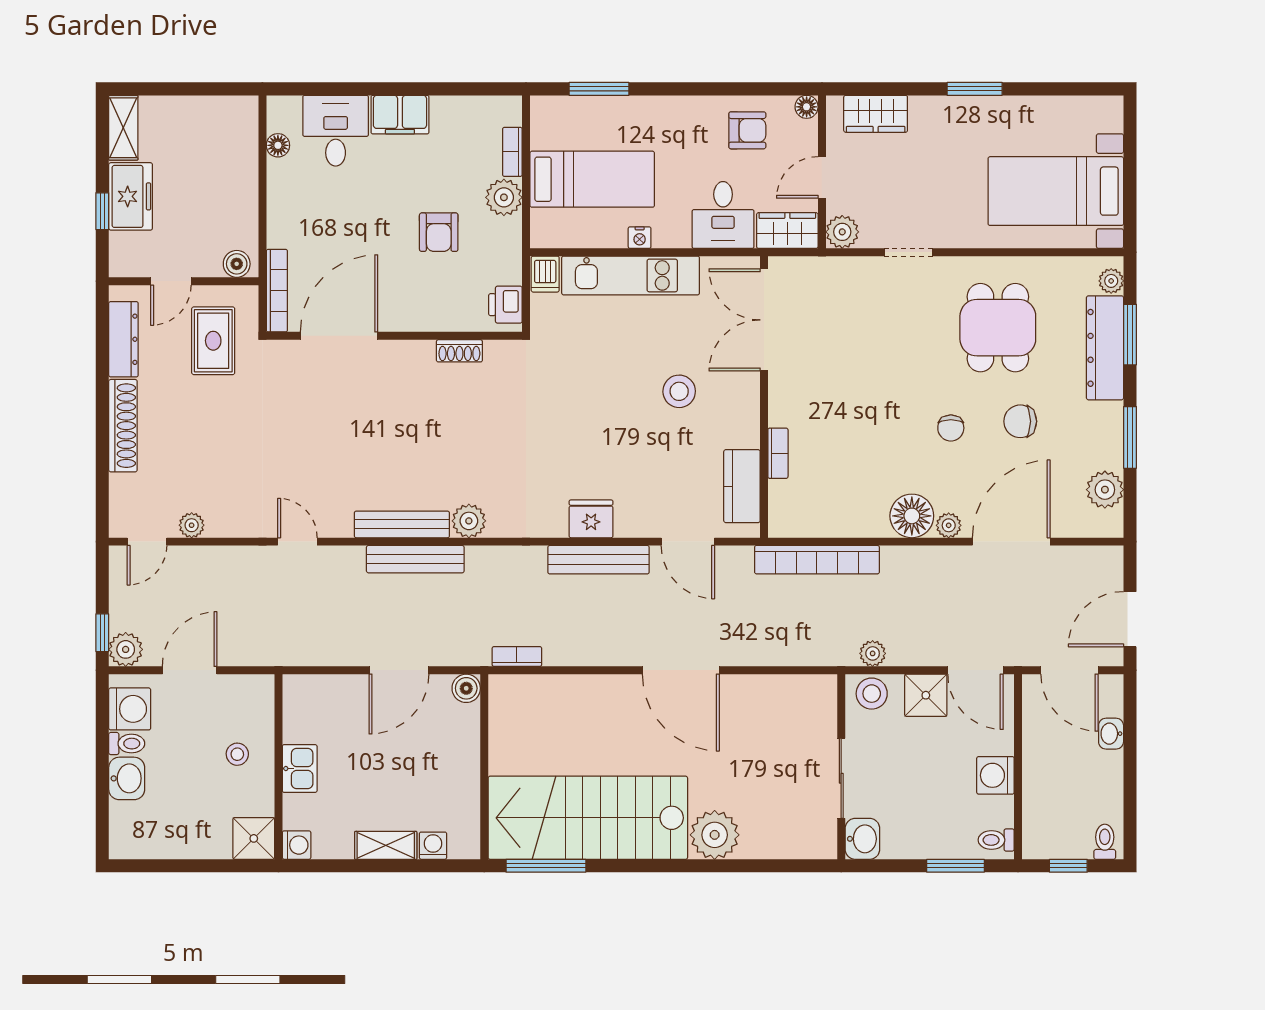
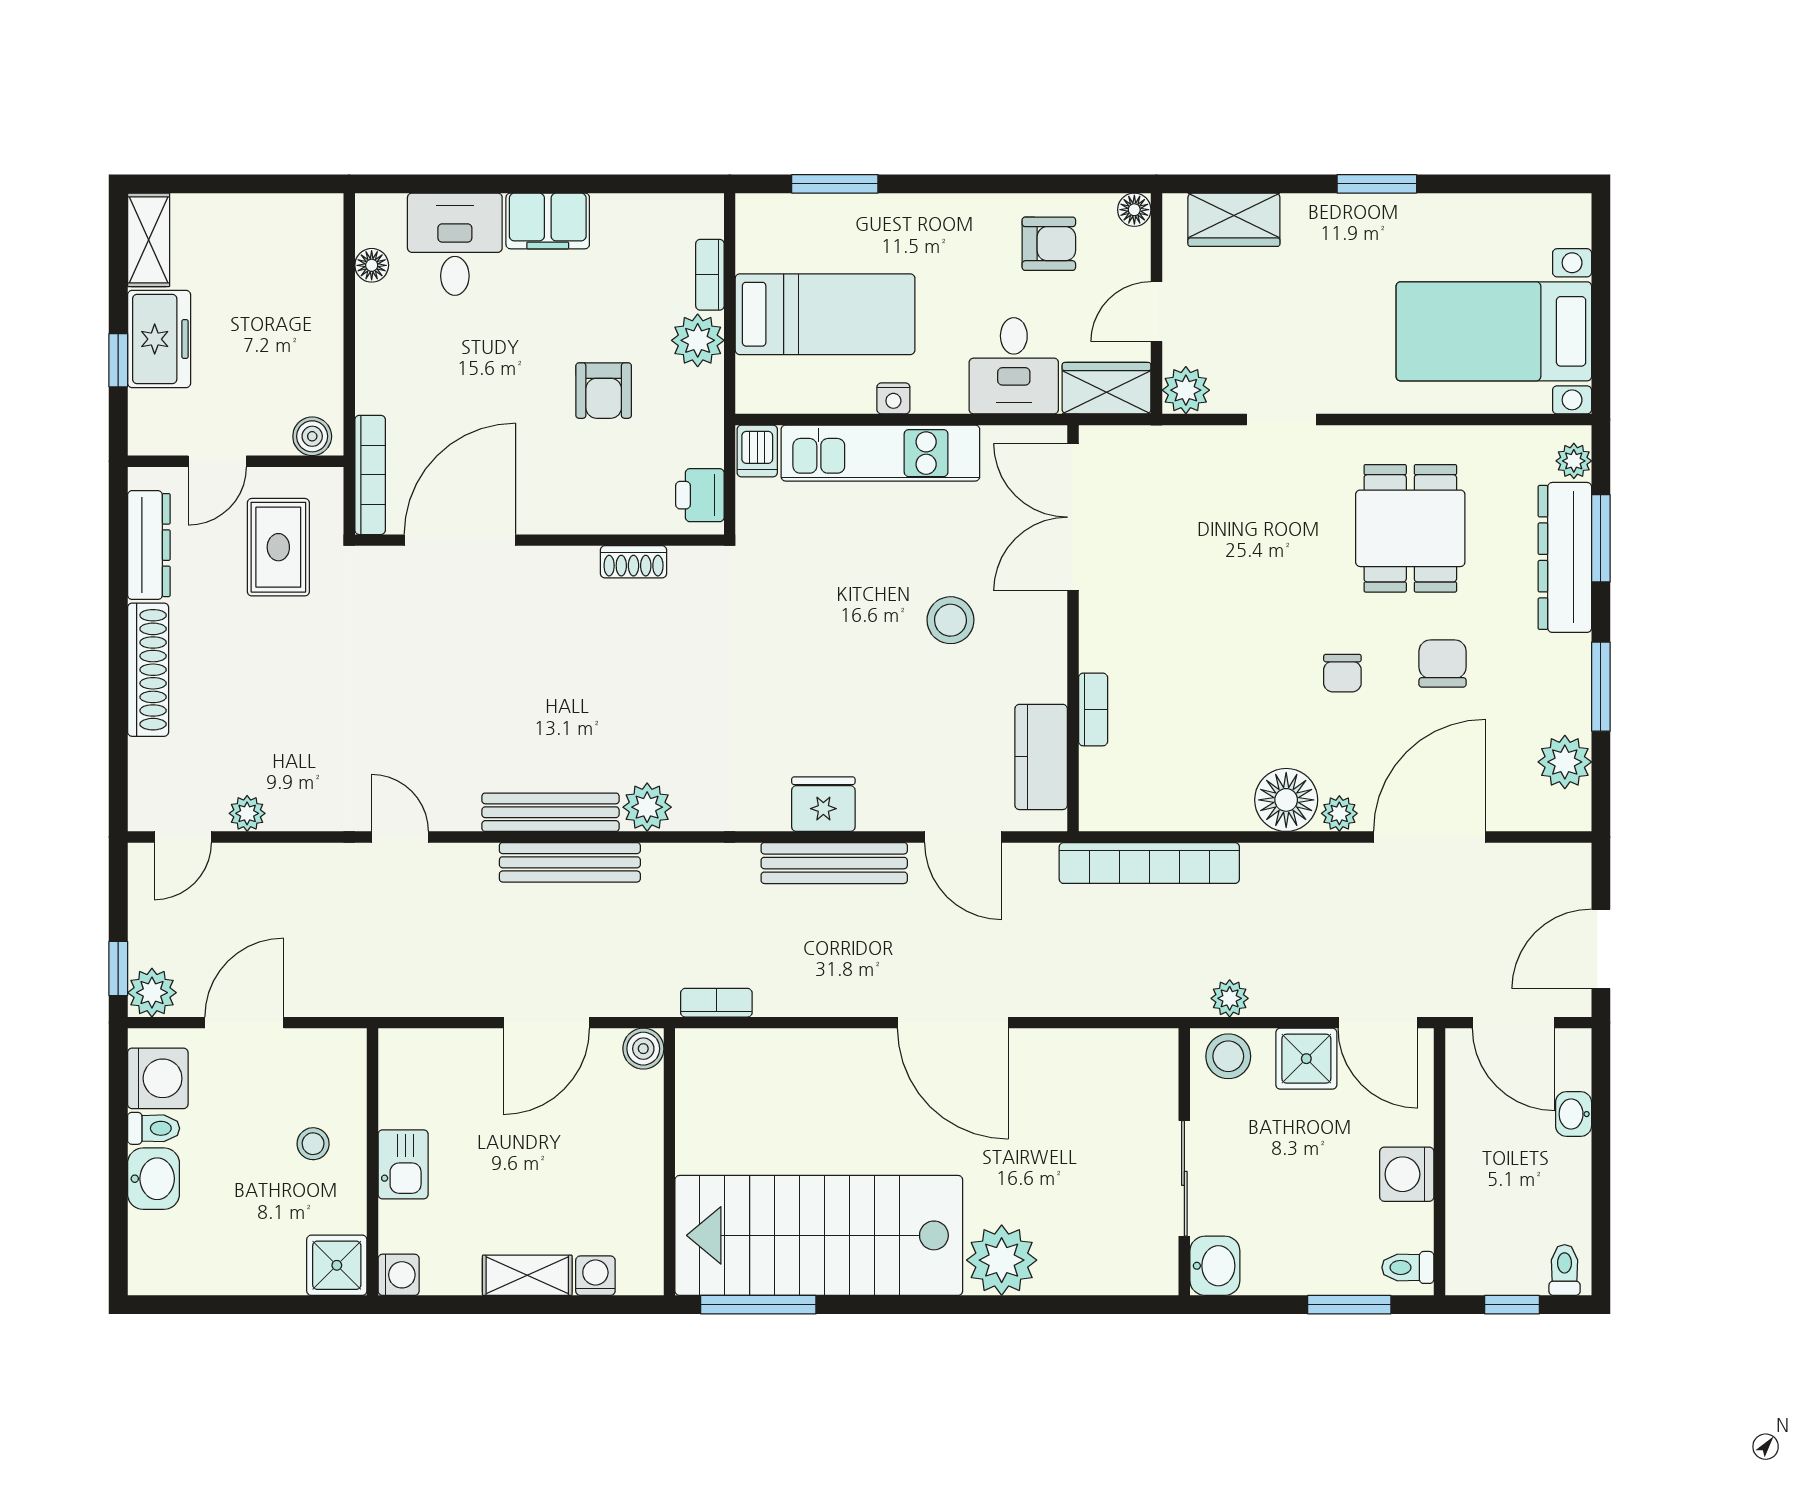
chair: (1020, 421) -> (1443, 663), turned 90

